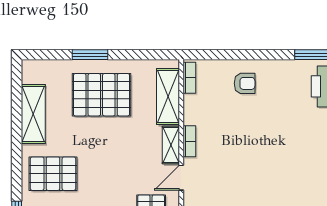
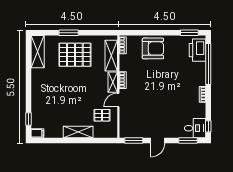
armchair: (245, 83) -> (153, 48), width x1.88, depth x1.88
shelving: (33, 114) -> (38, 52), moved
pallet: (53, 174) -> (48, 98), removed

